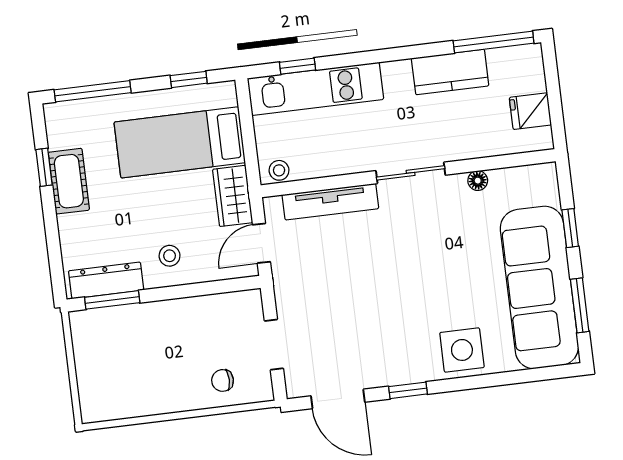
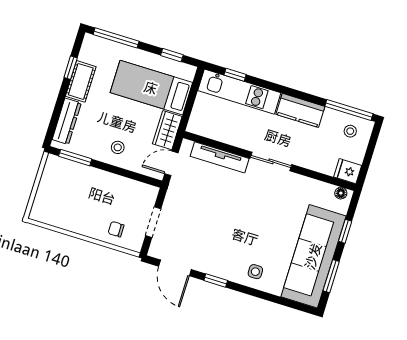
kitchen counter: (450, 72) -> (300, 110), moved
fridge: (530, 111) -> (348, 171), moved
stool: (279, 170) -> (350, 131), moved
floor lamp: (478, 181) -> (341, 193), moved
dresser: (106, 280) -> (67, 121), moved, turned 90
side table: (462, 350) -> (255, 272), width x0.54, depth x0.54

